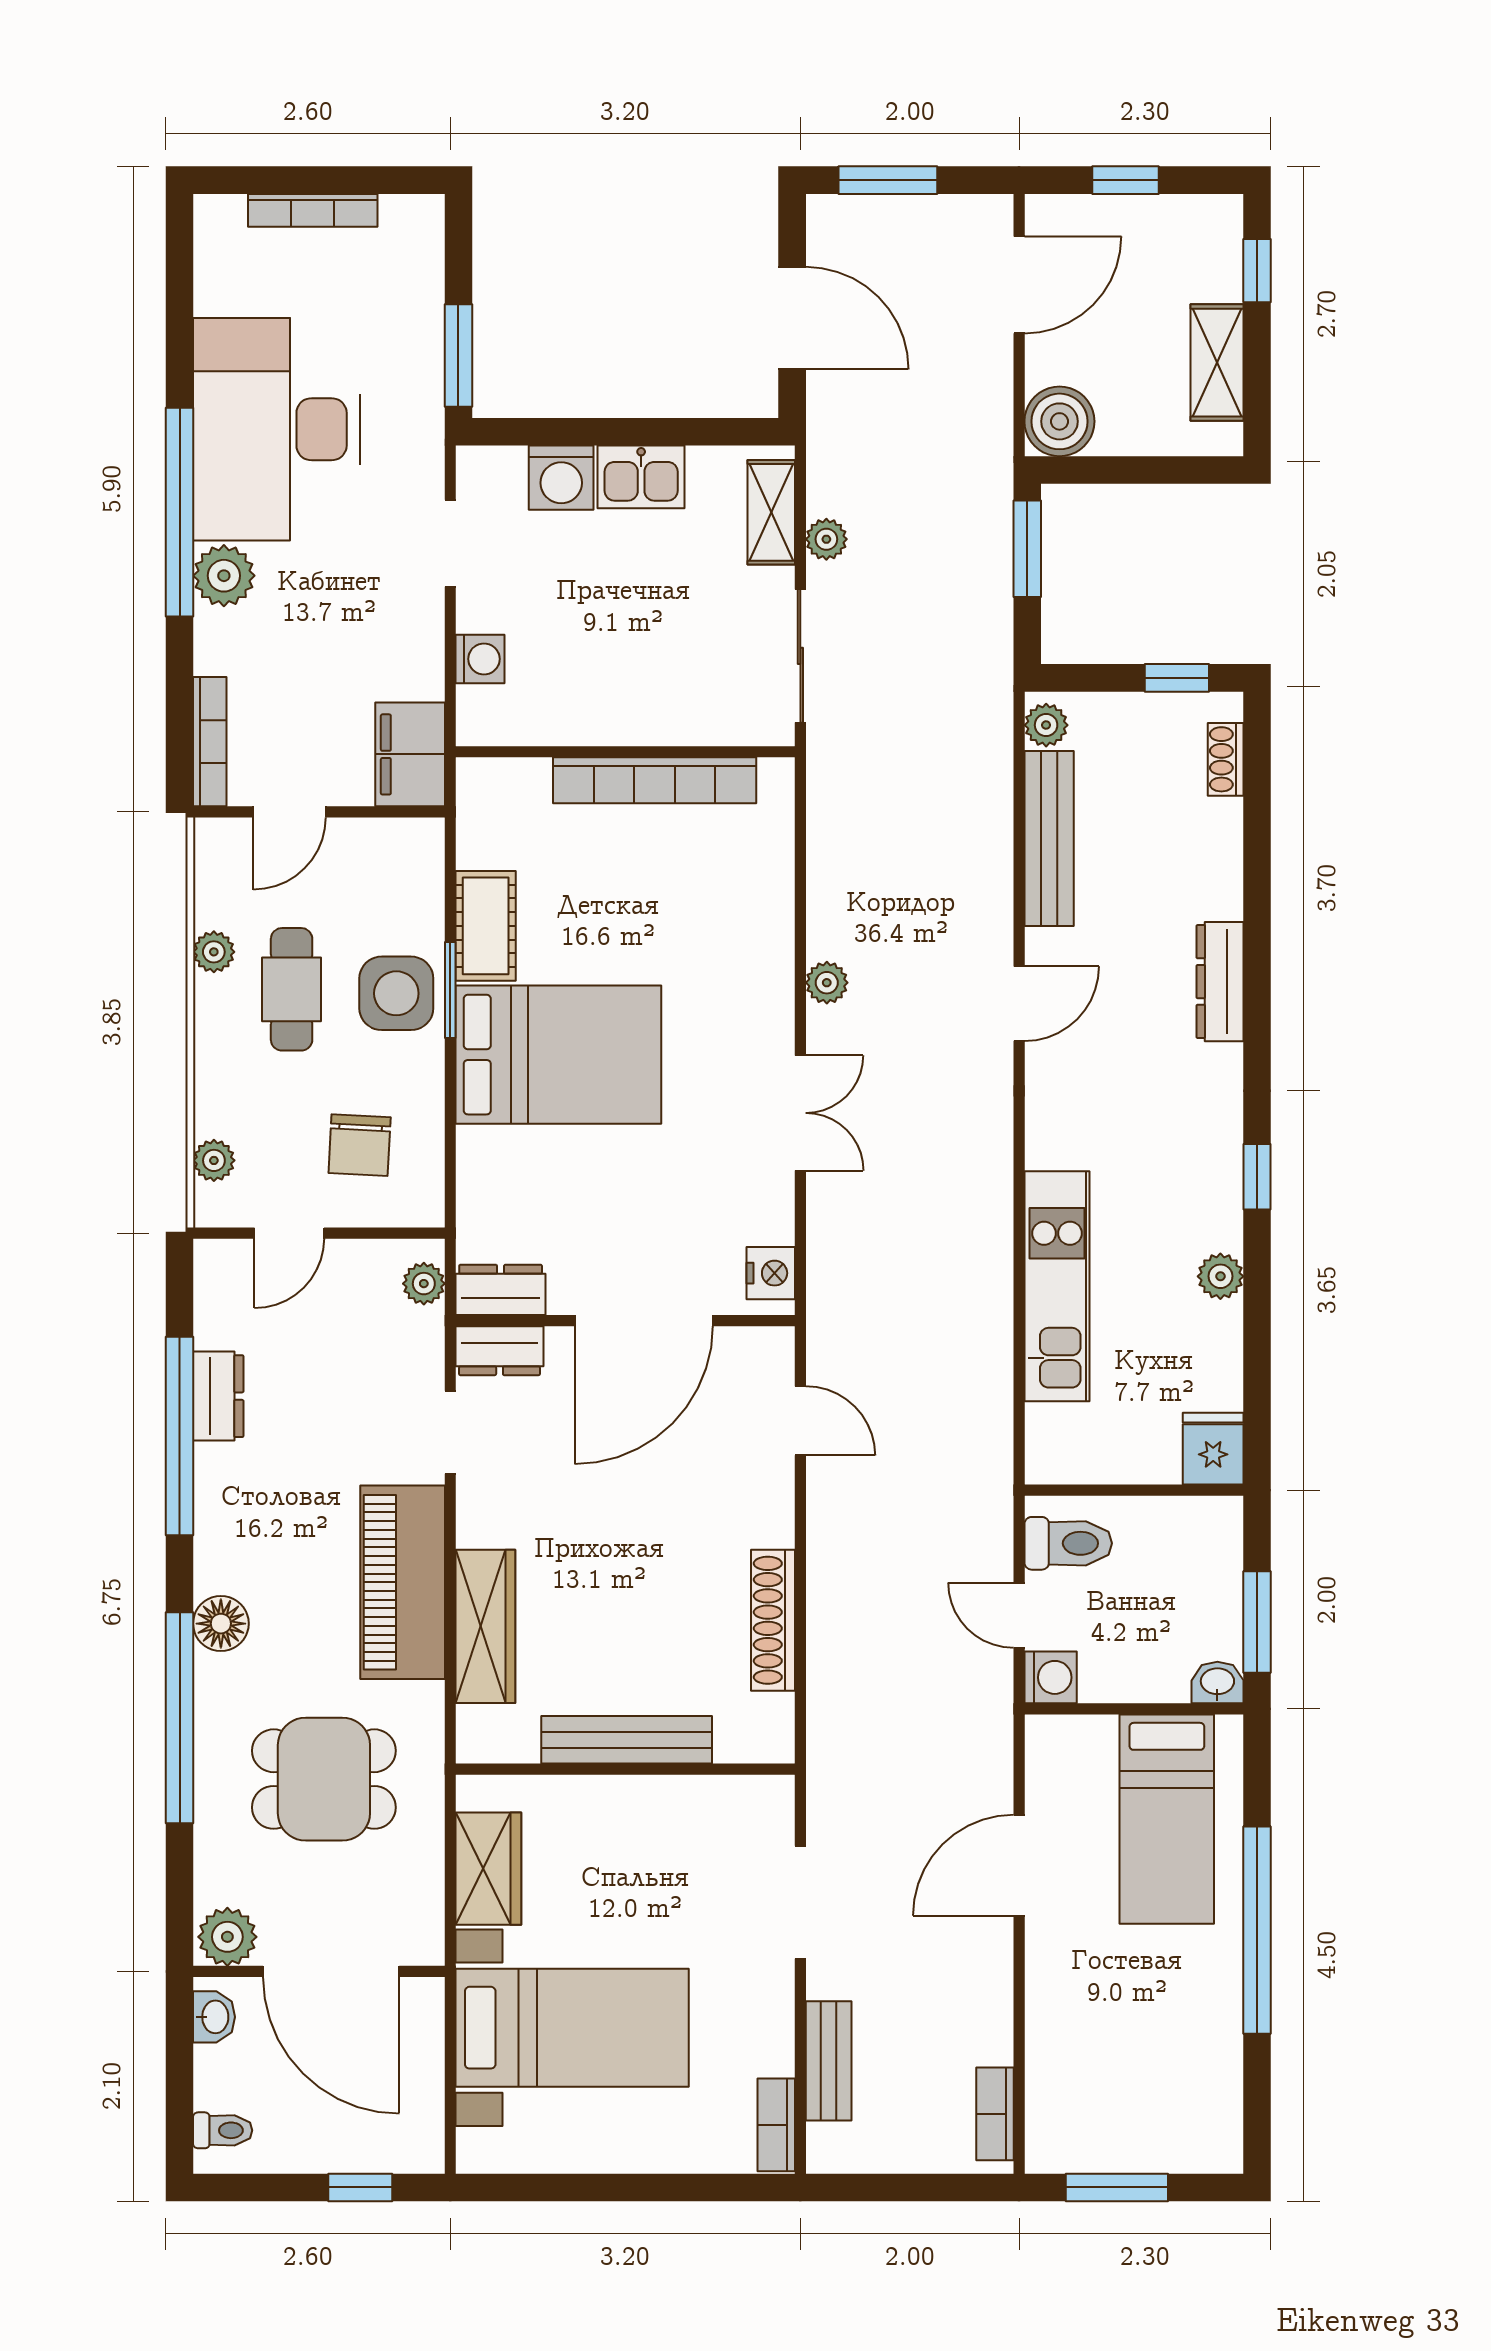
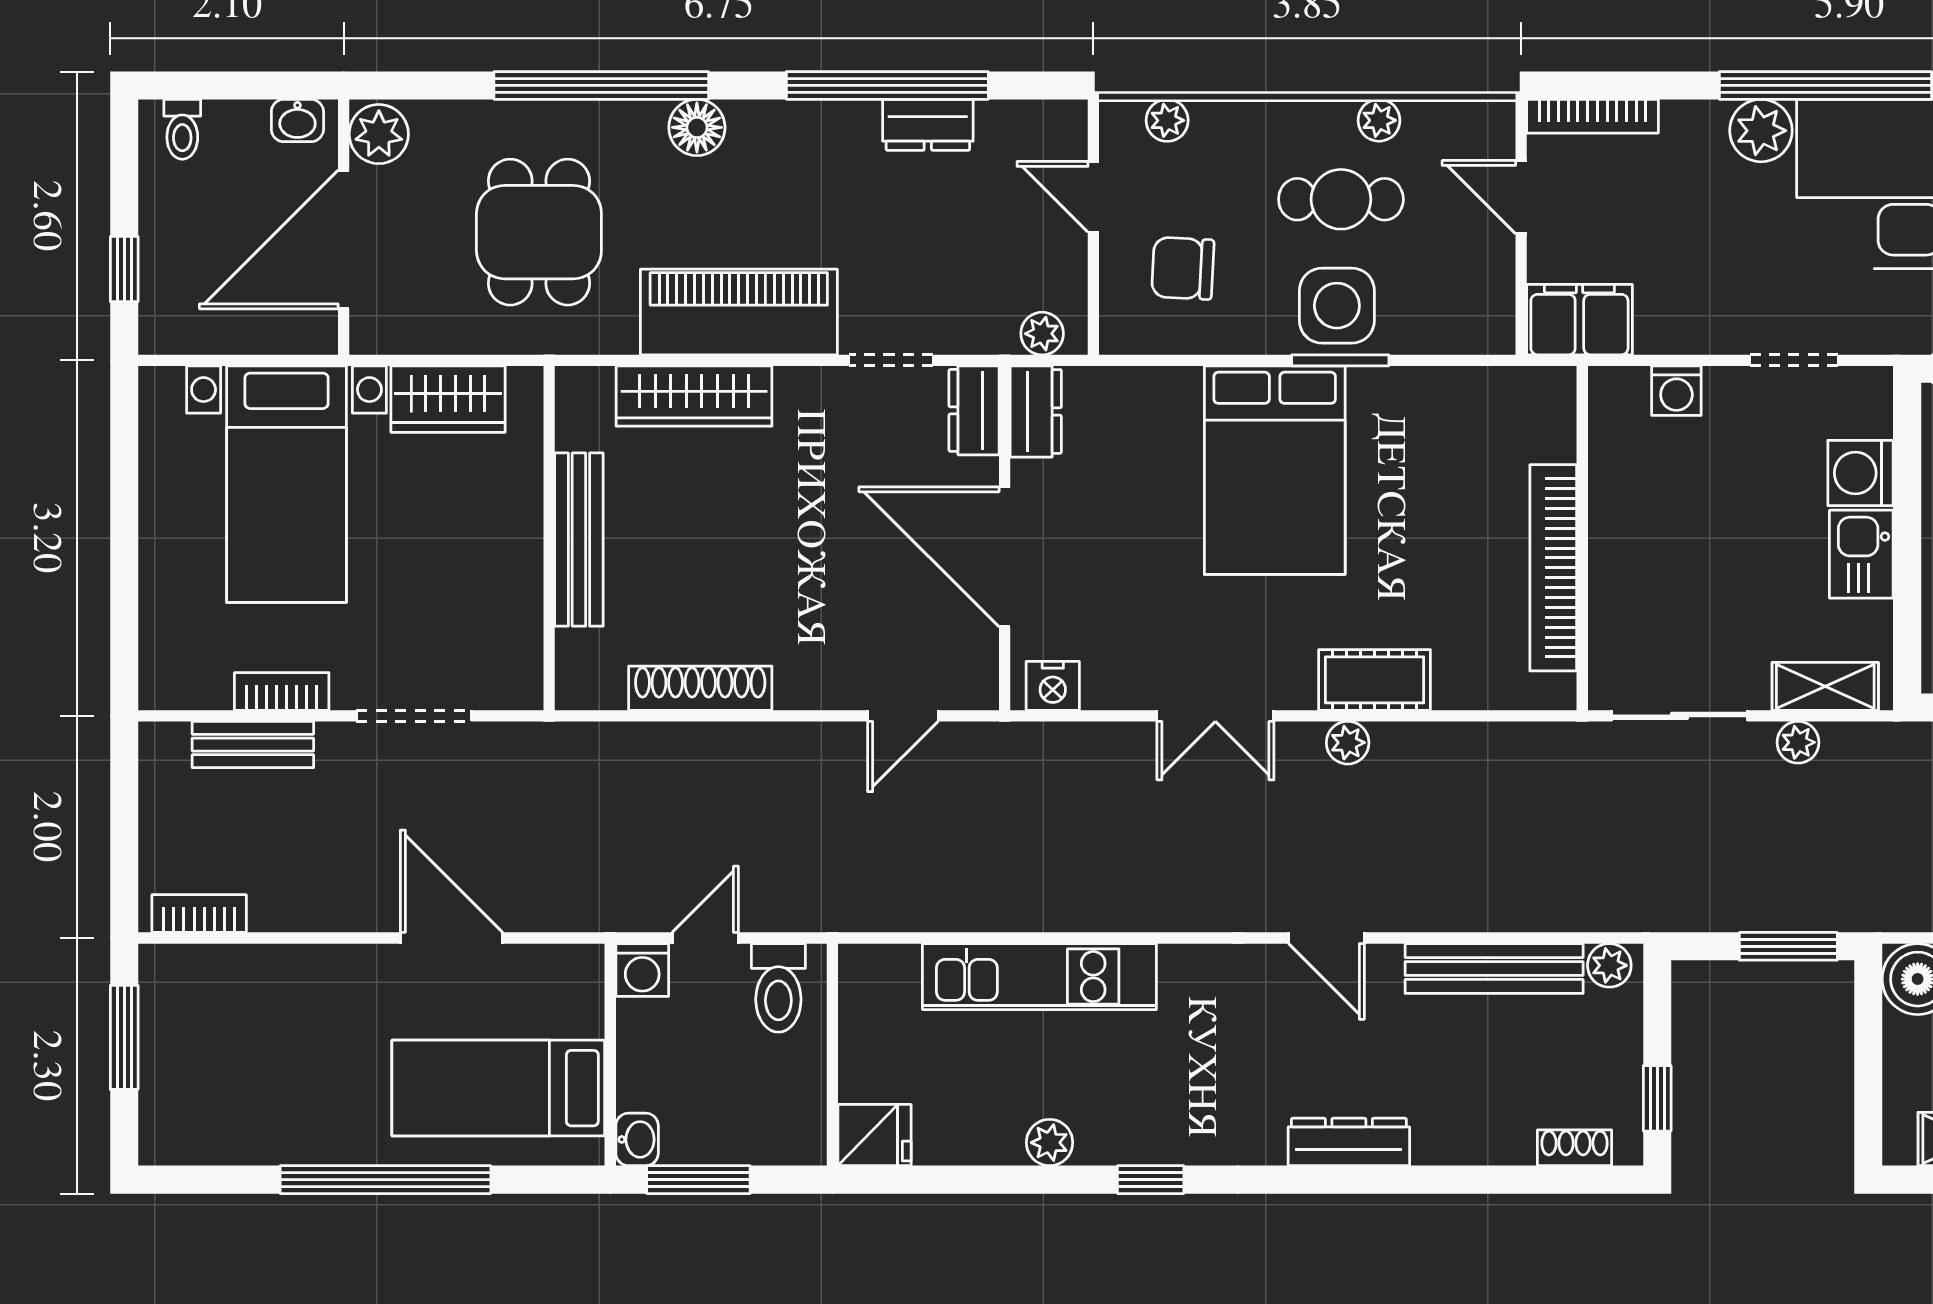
cot: (486, 926) -> (1375, 680), moved
bookcase: (776, 2125) -> (282, 691), moved

